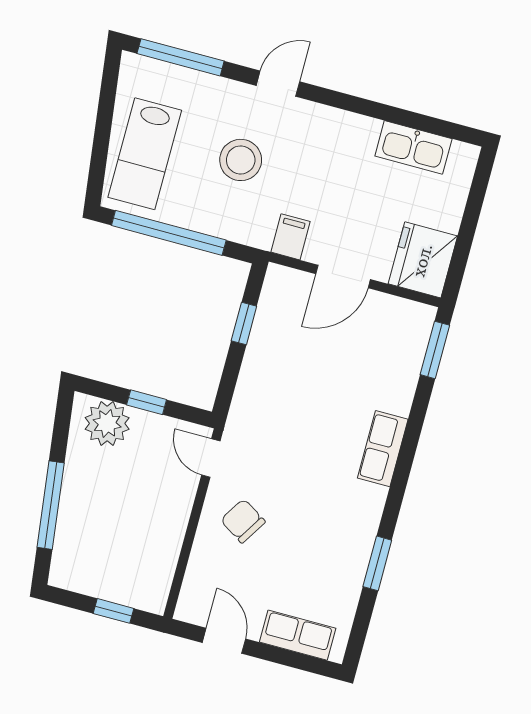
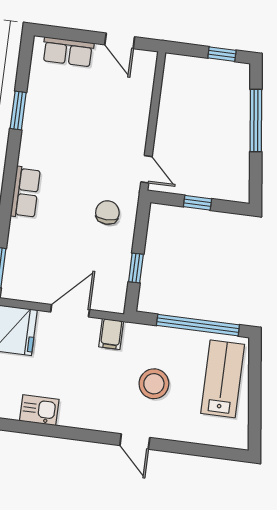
window: (181, 57) -> (206, 451), removed
door: (278, 84) -> (135, 442), hinge flipped
kitchen sink: (413, 147) -> (39, 410), width x0.73
plant: (107, 423) -> (223, 184), removed
chair: (243, 521) -> (107, 212), moved, turned -122
window: (113, 611) -> (222, 54), moved

